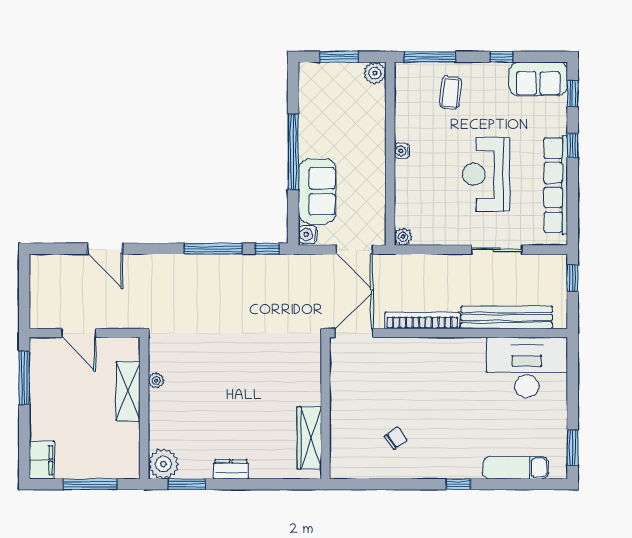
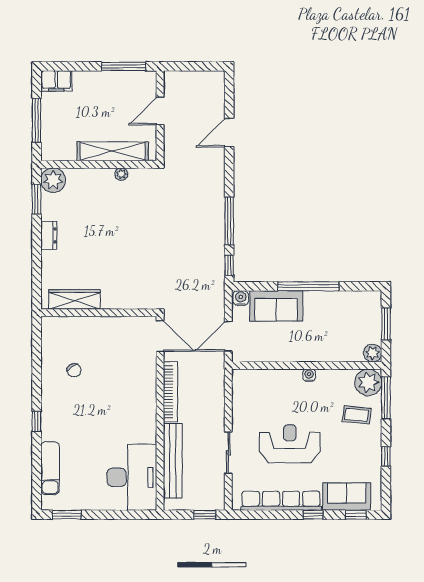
sofa: (538, 79) -> (347, 497), moved, turned 90
plant: (403, 237) -> (368, 382), moved, width x1.88, depth x1.88
shelving: (128, 391) -> (113, 151), width x1.47

